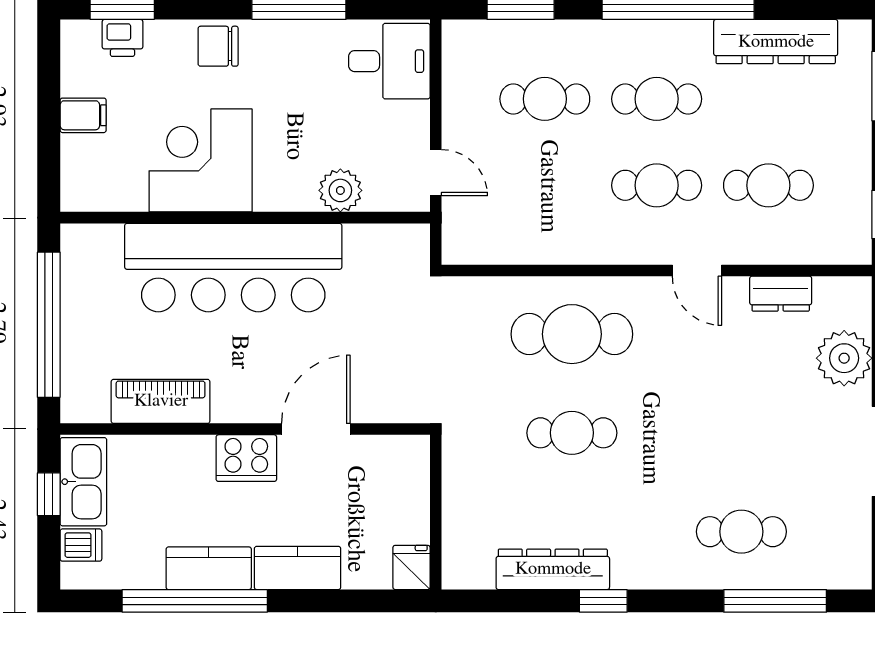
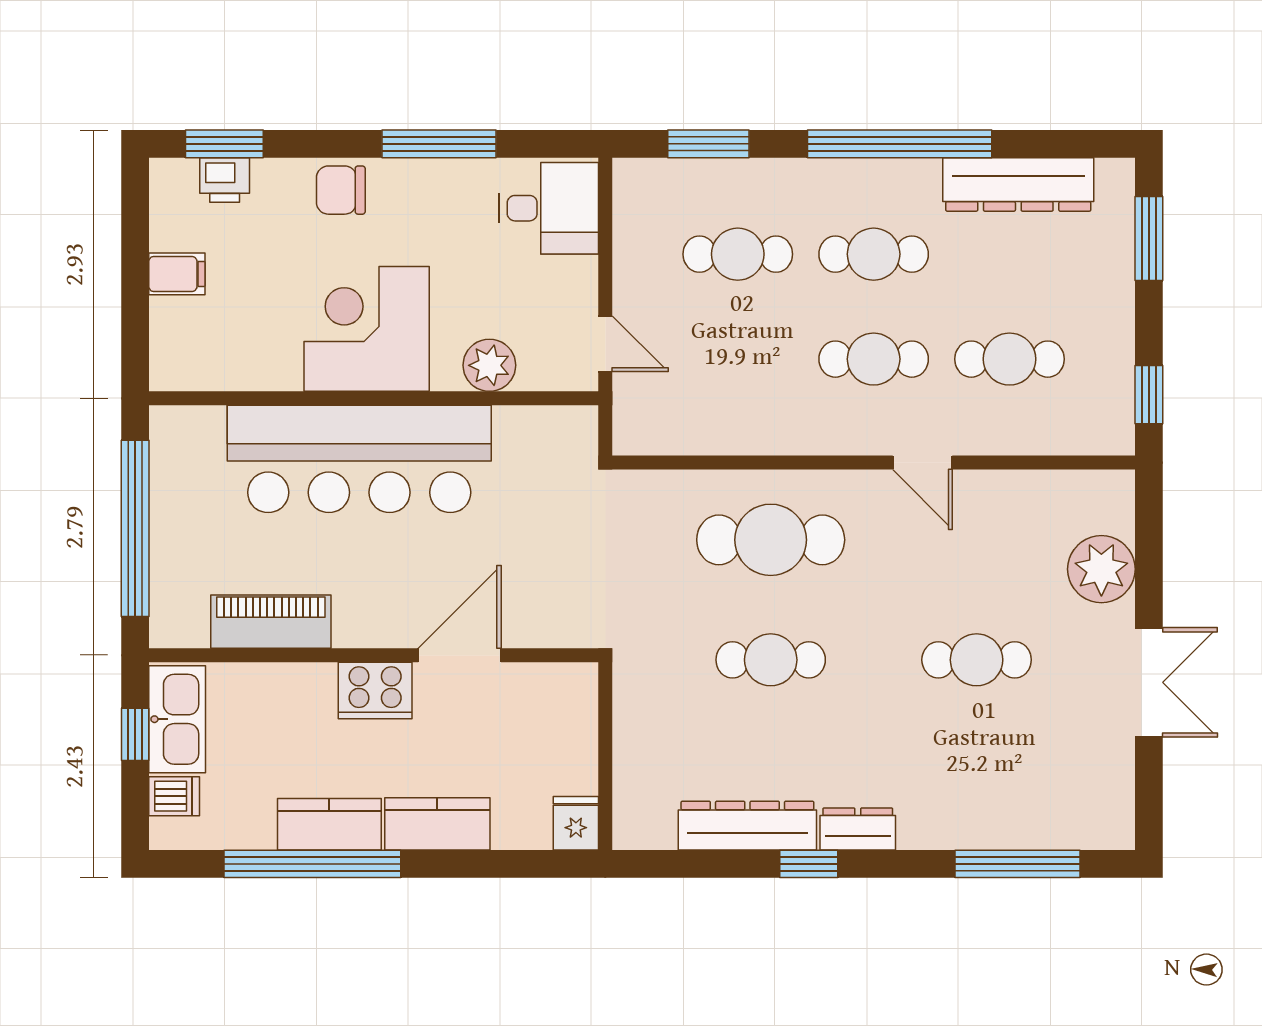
corner desk: (201, 160) -> (367, 329), moved
dresser: (781, 294) -> (858, 829), moved, turned 180
cafe table: (741, 532) -> (977, 660), moved

